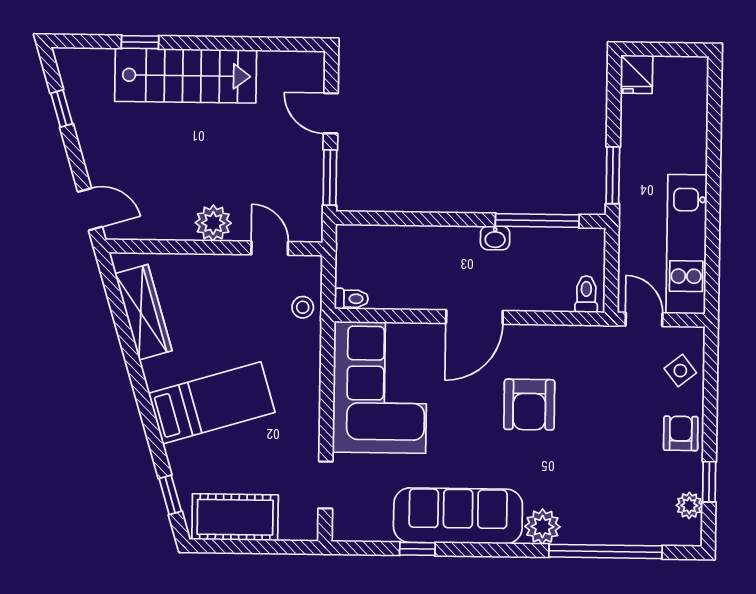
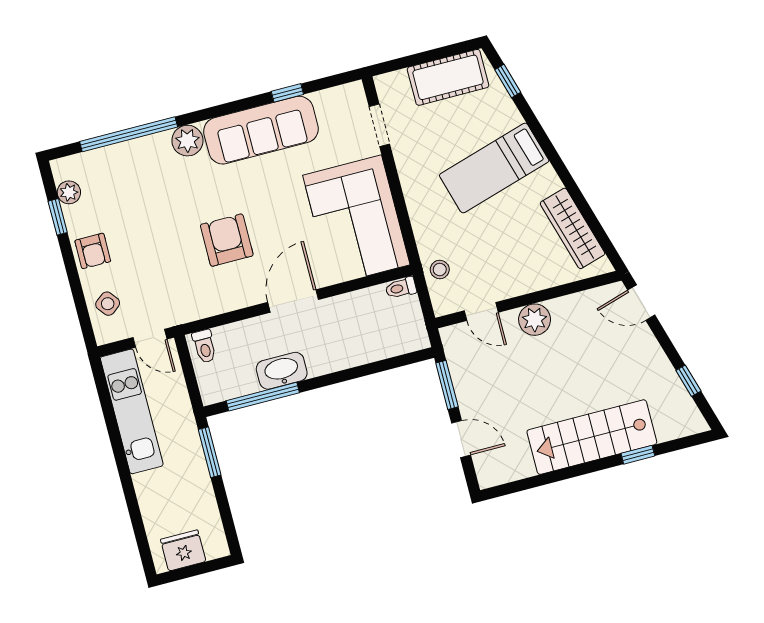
fridge: (637, 74) -> (183, 550), moved, width x1.38
washbasin: (495, 238) -> (282, 371), width x1.91, depth x1.45

